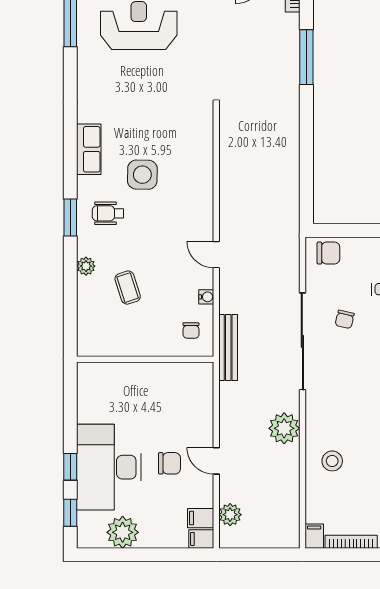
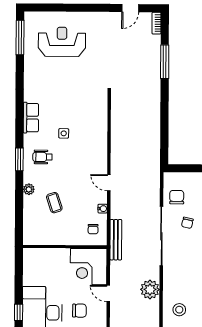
side table: (142, 175) -> (64, 133), width x0.54, depth x0.54
chair: (328, 253) -> (177, 197), moved, turned -90
corner desk: (184, 391) -> (89, 267), added
door: (216, 461) -> (108, 293), moved

